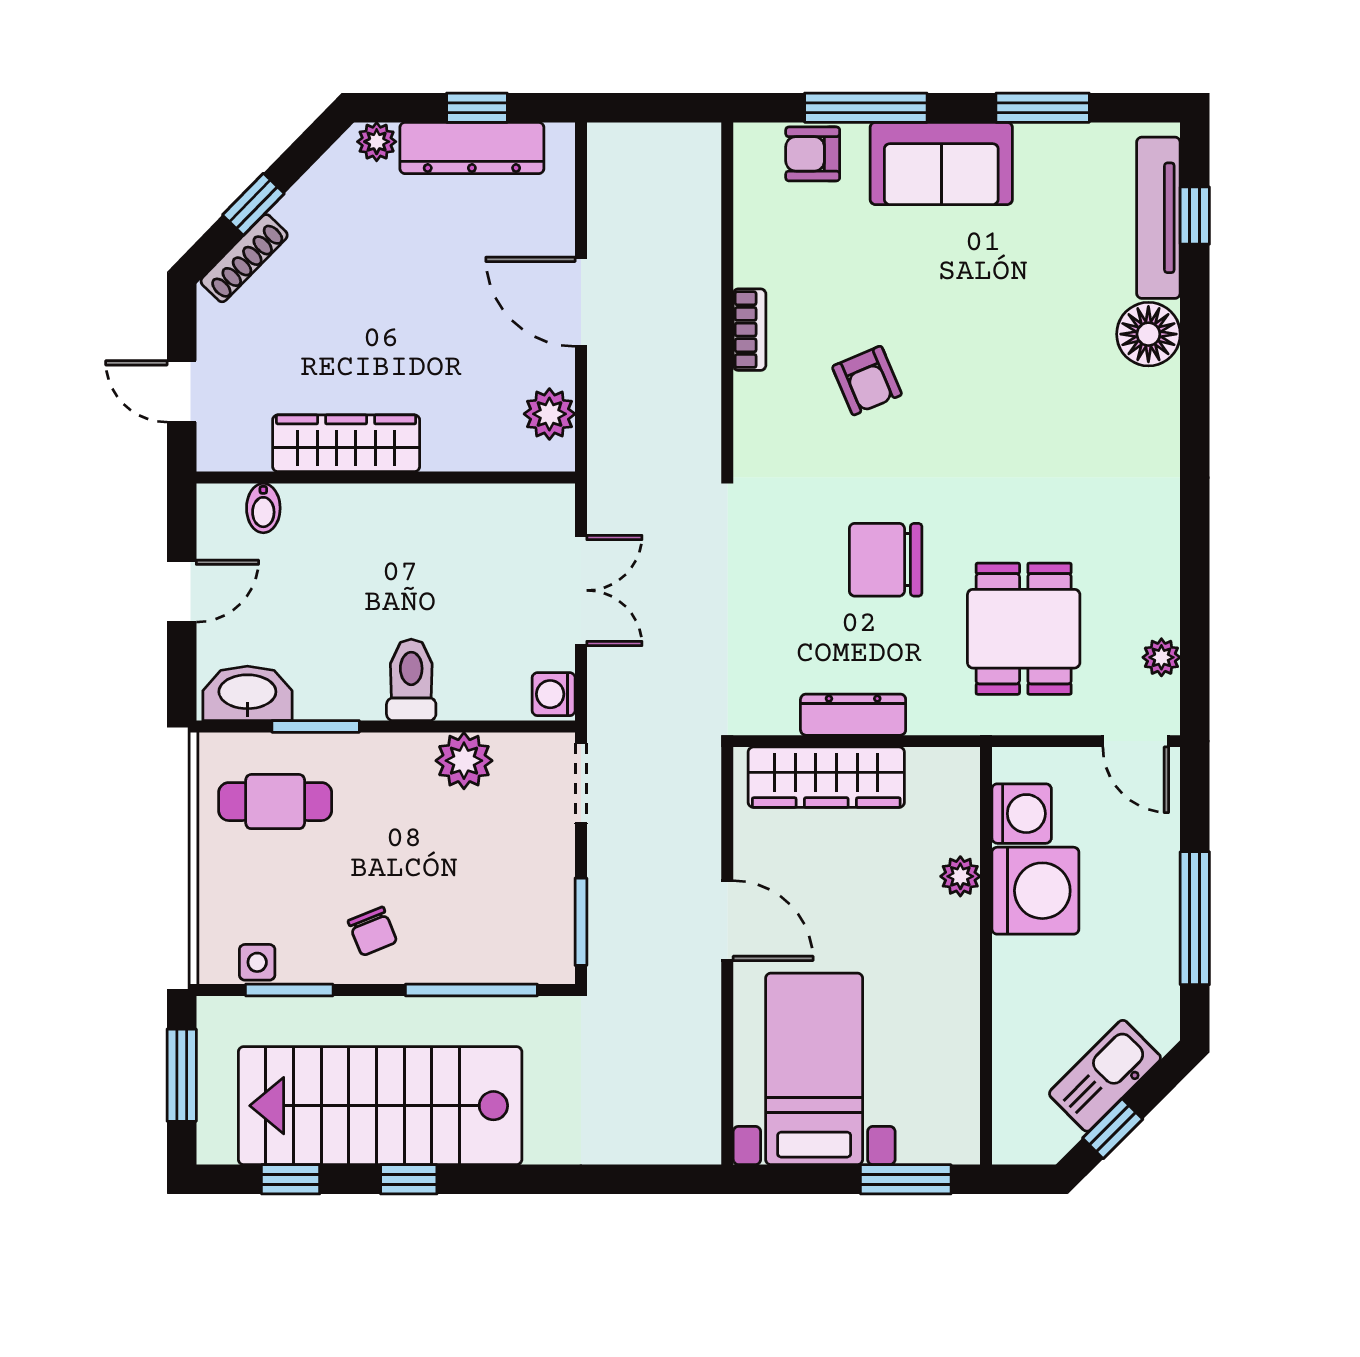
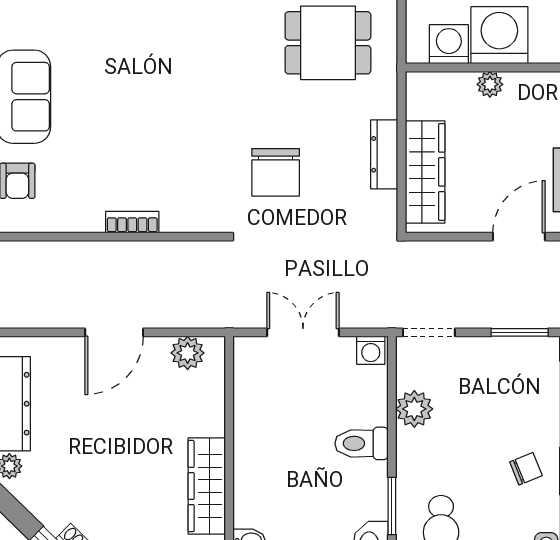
armchair: (867, 381) -> (166, 145), removed
chair: (886, 560) -> (276, 172), moved

